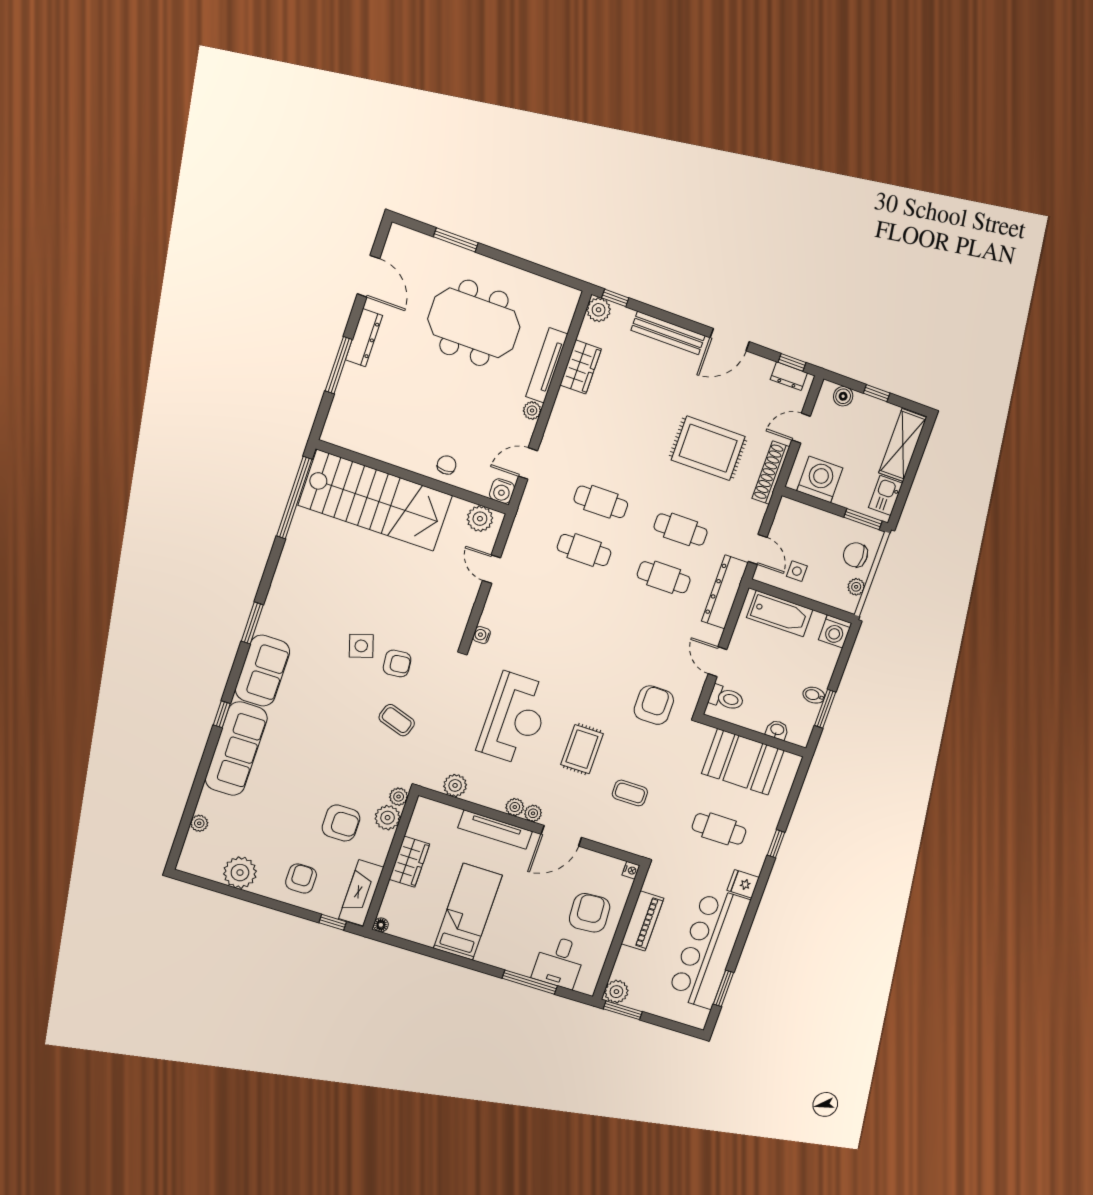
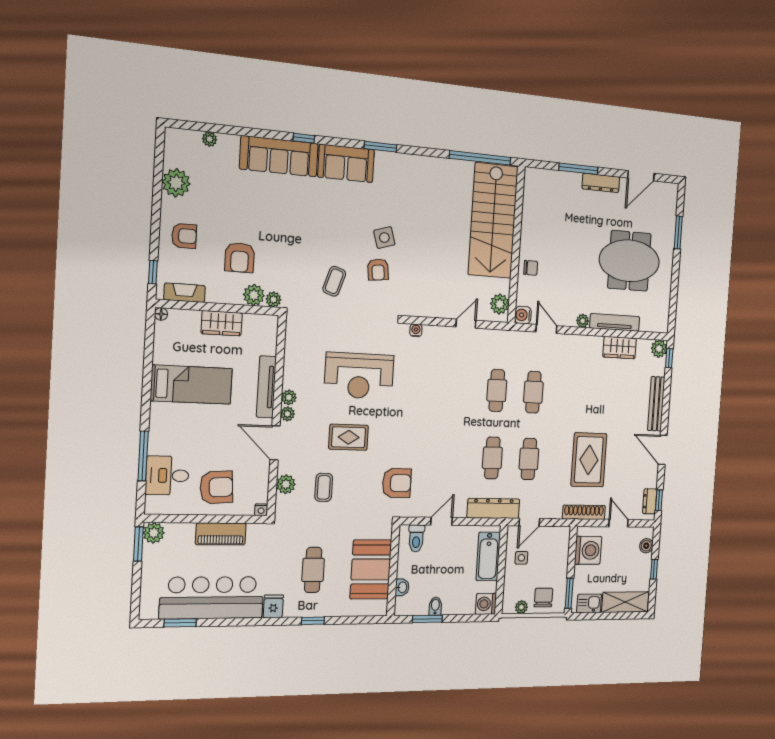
meeting table: (474, 323) -> (629, 261), turned 90
plant: (455, 785) -> (286, 484), moved
fireplace: (361, 893) -> (184, 293), width x0.73, depth x0.76

